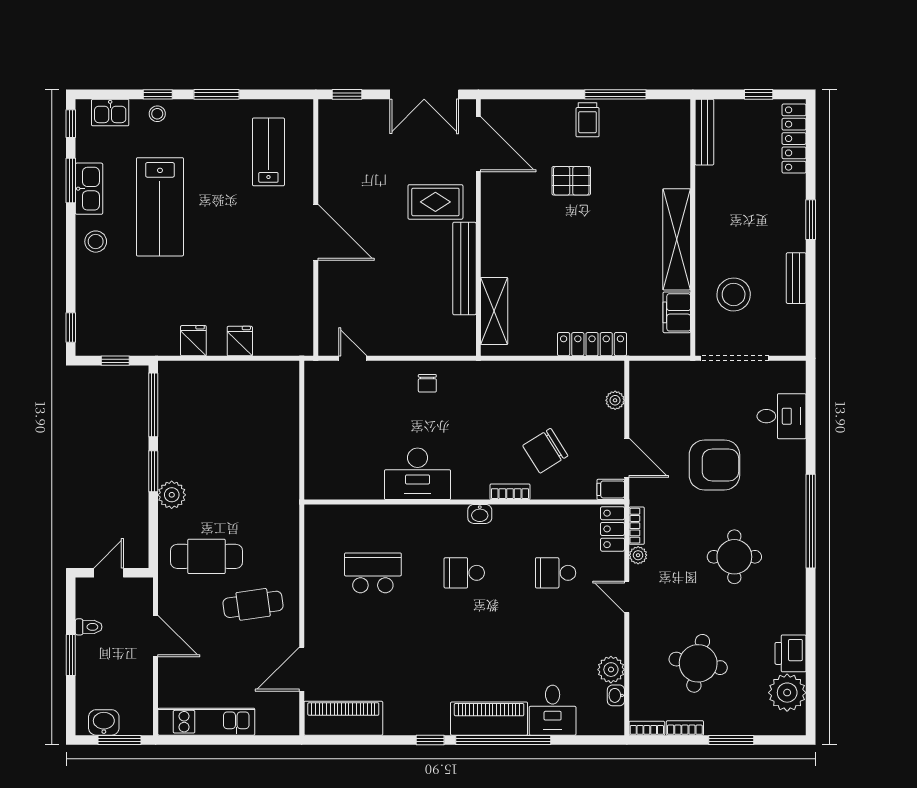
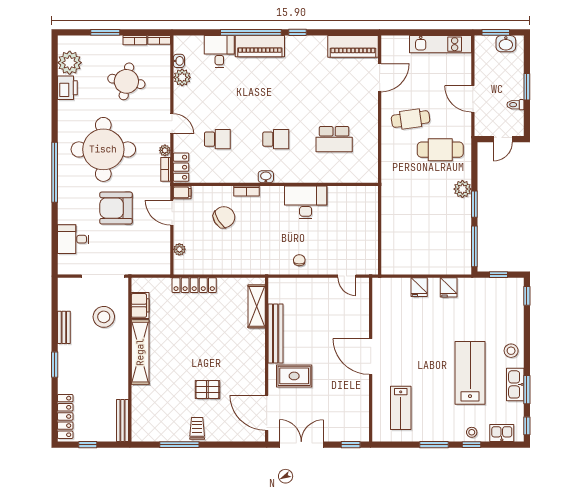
round table: (734, 557) -> (103, 149), width x1.86, depth x1.86

